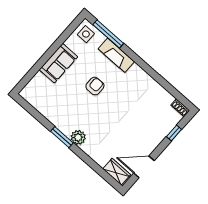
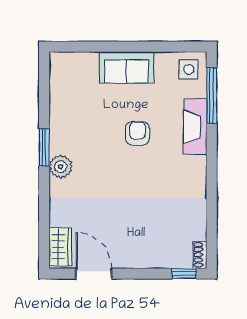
armchair: (95, 86) -> (137, 133), turned -90
window: (174, 133) -> (184, 274), moved

